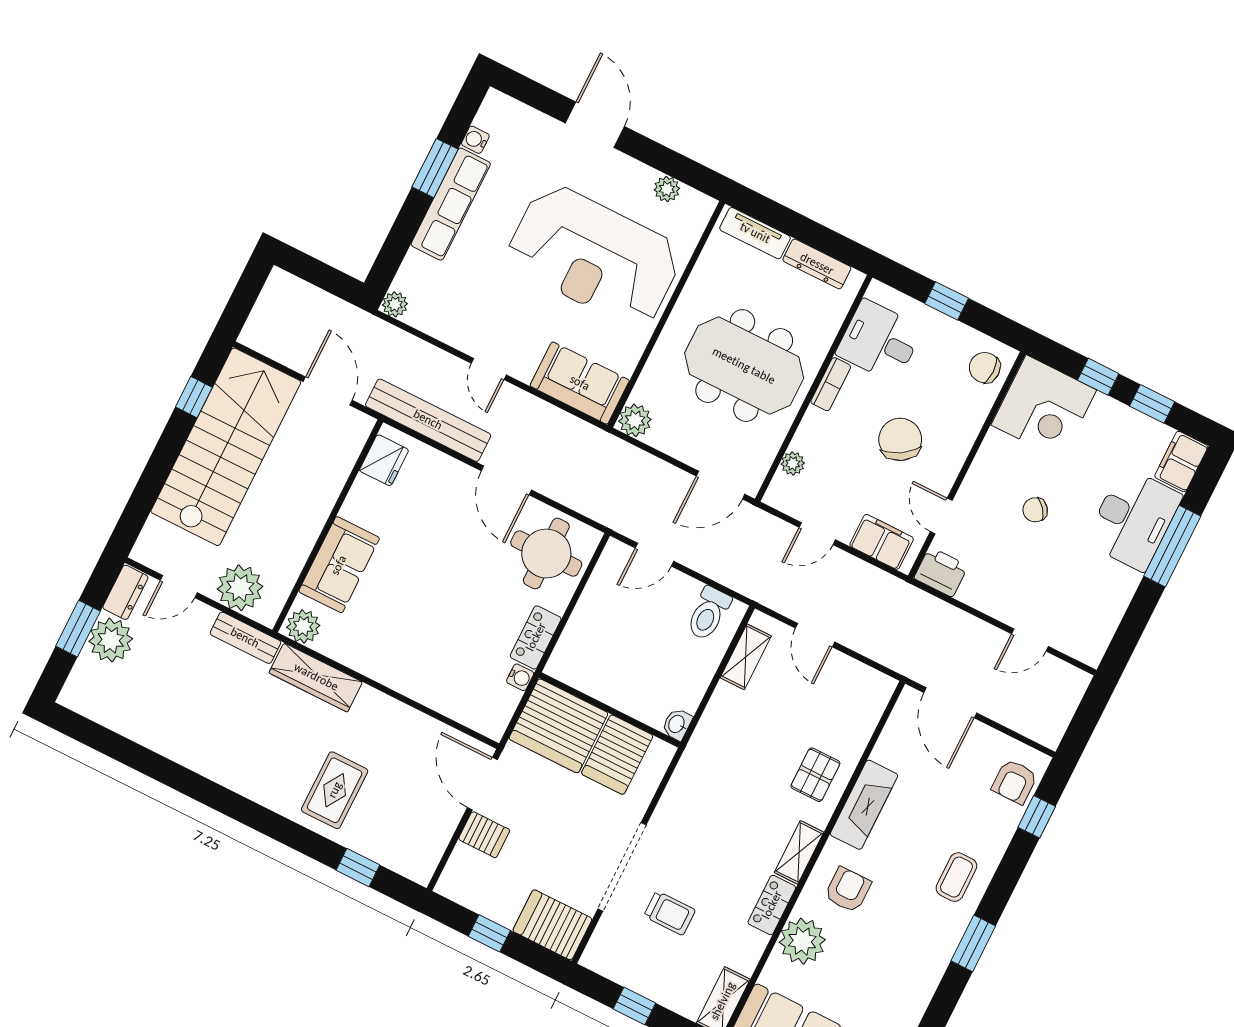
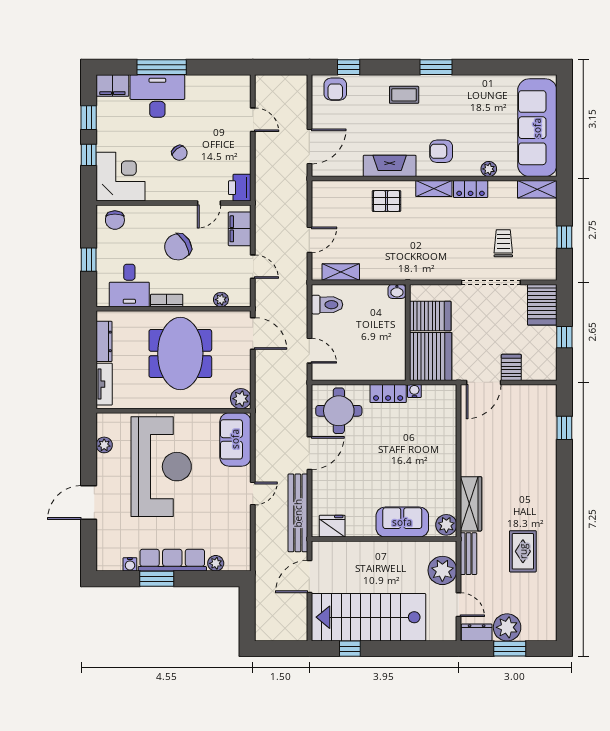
plant: (395, 304) -> (216, 563), moved
armchair: (1015, 782) -> (335, 89), turned 90
rug: (335, 790) -> (523, 551), moved, turned 90
plant: (802, 941) -> (489, 169), width x0.53, depth x0.53

